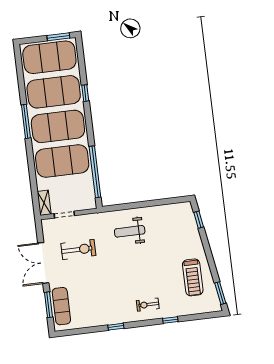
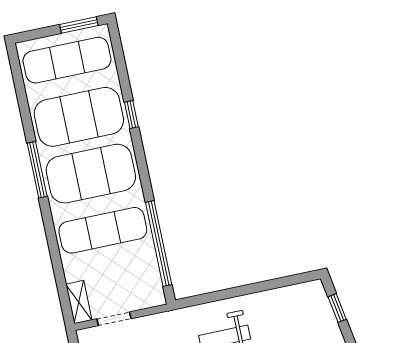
exercise mat: (49, 57) -> (67, 60), width x0.68
exercise mat: (62, 161) -> (103, 230), width x0.68

